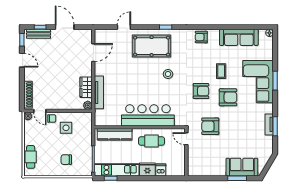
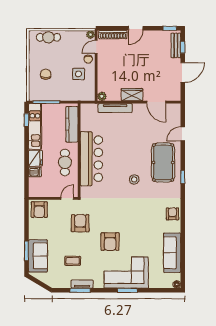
door: (124, 27) -> (183, 134), swing flipped
door: (22, 60) -> (136, 28), moved
coffee table: (221, 71) -> (73, 261), moved
wardrobe: (86, 87) -> (132, 95), moved
armchair: (201, 91) -> (39, 210), moved

